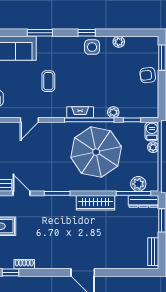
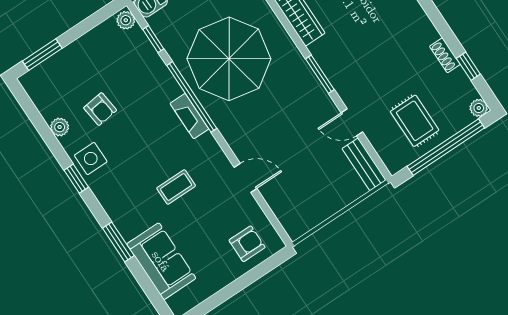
armchair: (148, 75) -> (100, 109), moved
plant: (113, 112) -> (126, 20), moved
door: (22, 193) -> (352, 122), hinge flipped

